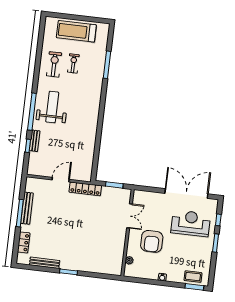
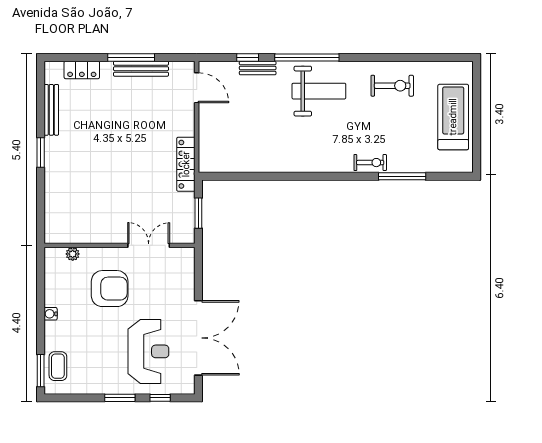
exercise bike: (73, 63) -> (370, 163), moved
door: (61, 180) -> (197, 88), moved
double door: (129, 216) -> (149, 245), swing flipped
armchair: (152, 241) -> (110, 289), turned 180

